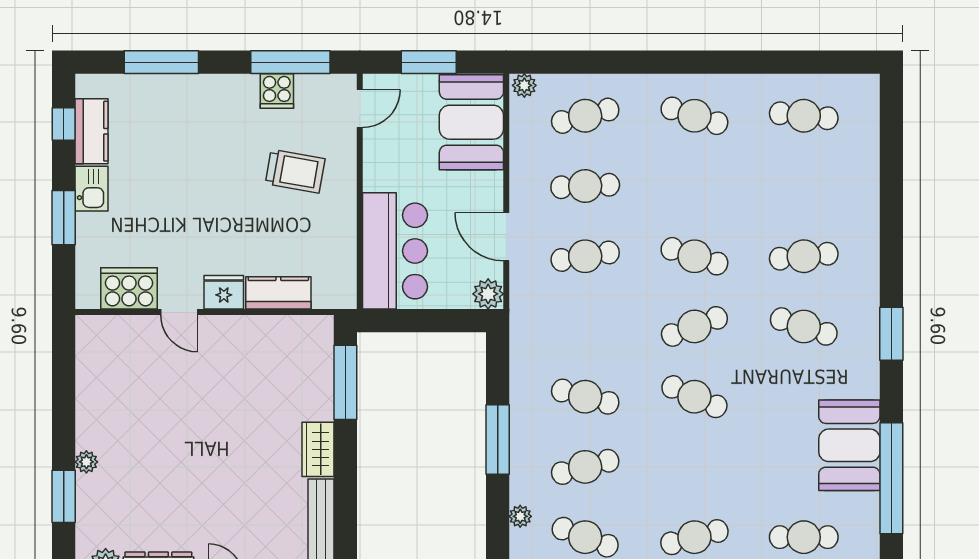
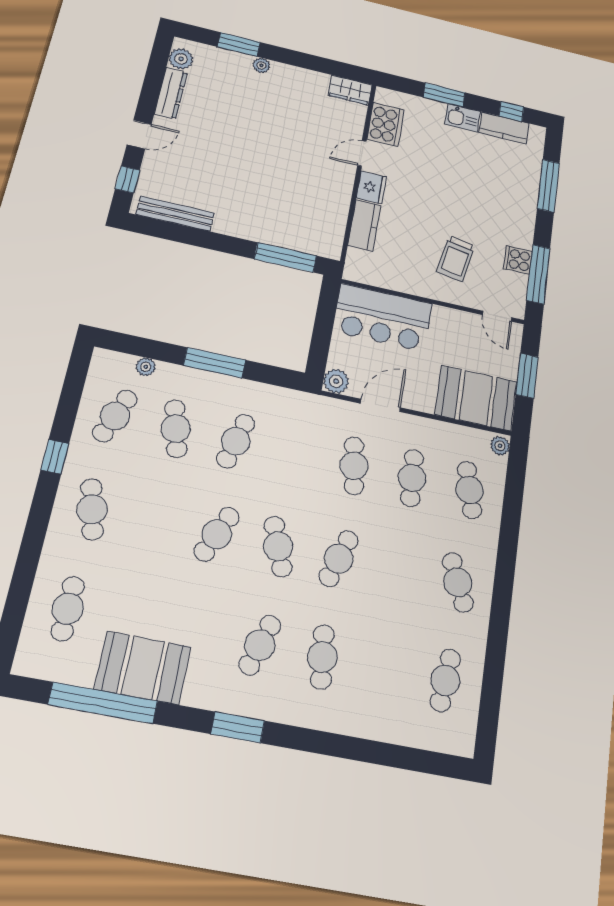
cafe table: (694, 116) -> (458, 582), turned -42
wardrobe: (318, 449) -> (350, 90), moved, turned 180

